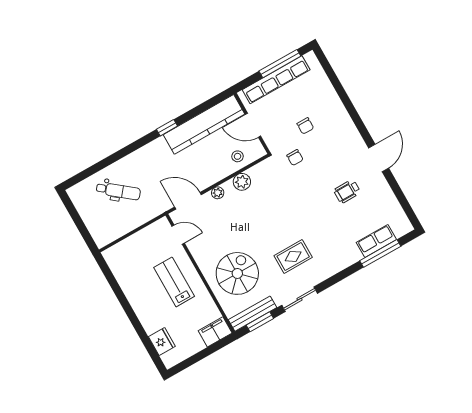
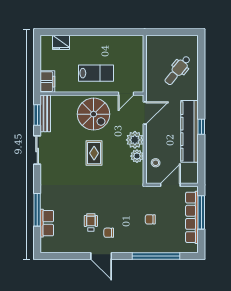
window: (280, 64) -> (201, 212), moved
window: (343, 96) -> (156, 256), added
kitchen counter: (204, 124) -> (190, 131), moved
chair: (295, 157) -> (109, 233), moved
plant: (218, 193) -> (135, 140), width x1.88, depth x1.88
window: (380, 253) -> (37, 210), moved
rug: (293, 256) -> (94, 153), moved
spiral stairs: (237, 273) -> (94, 114), moved

